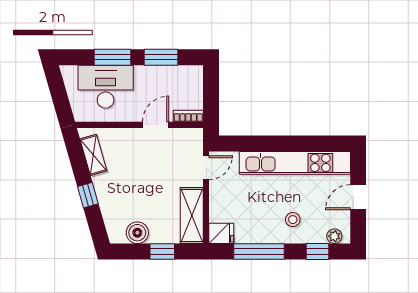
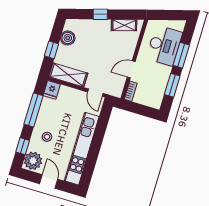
door: (156, 125) -> (131, 69), swing flipped
plant: (334, 236) -> (33, 161), width x1.87, depth x1.87

